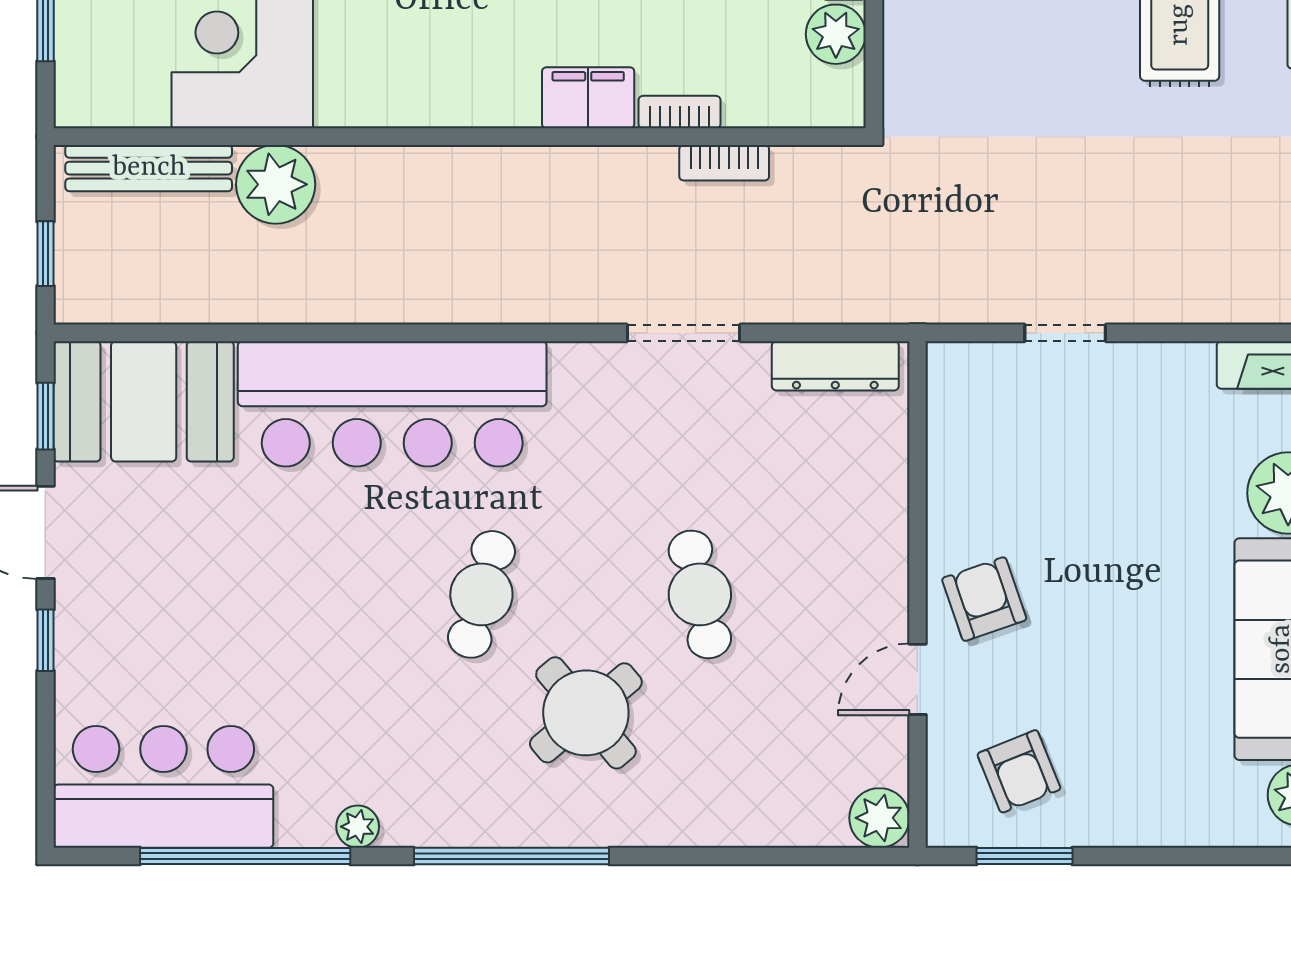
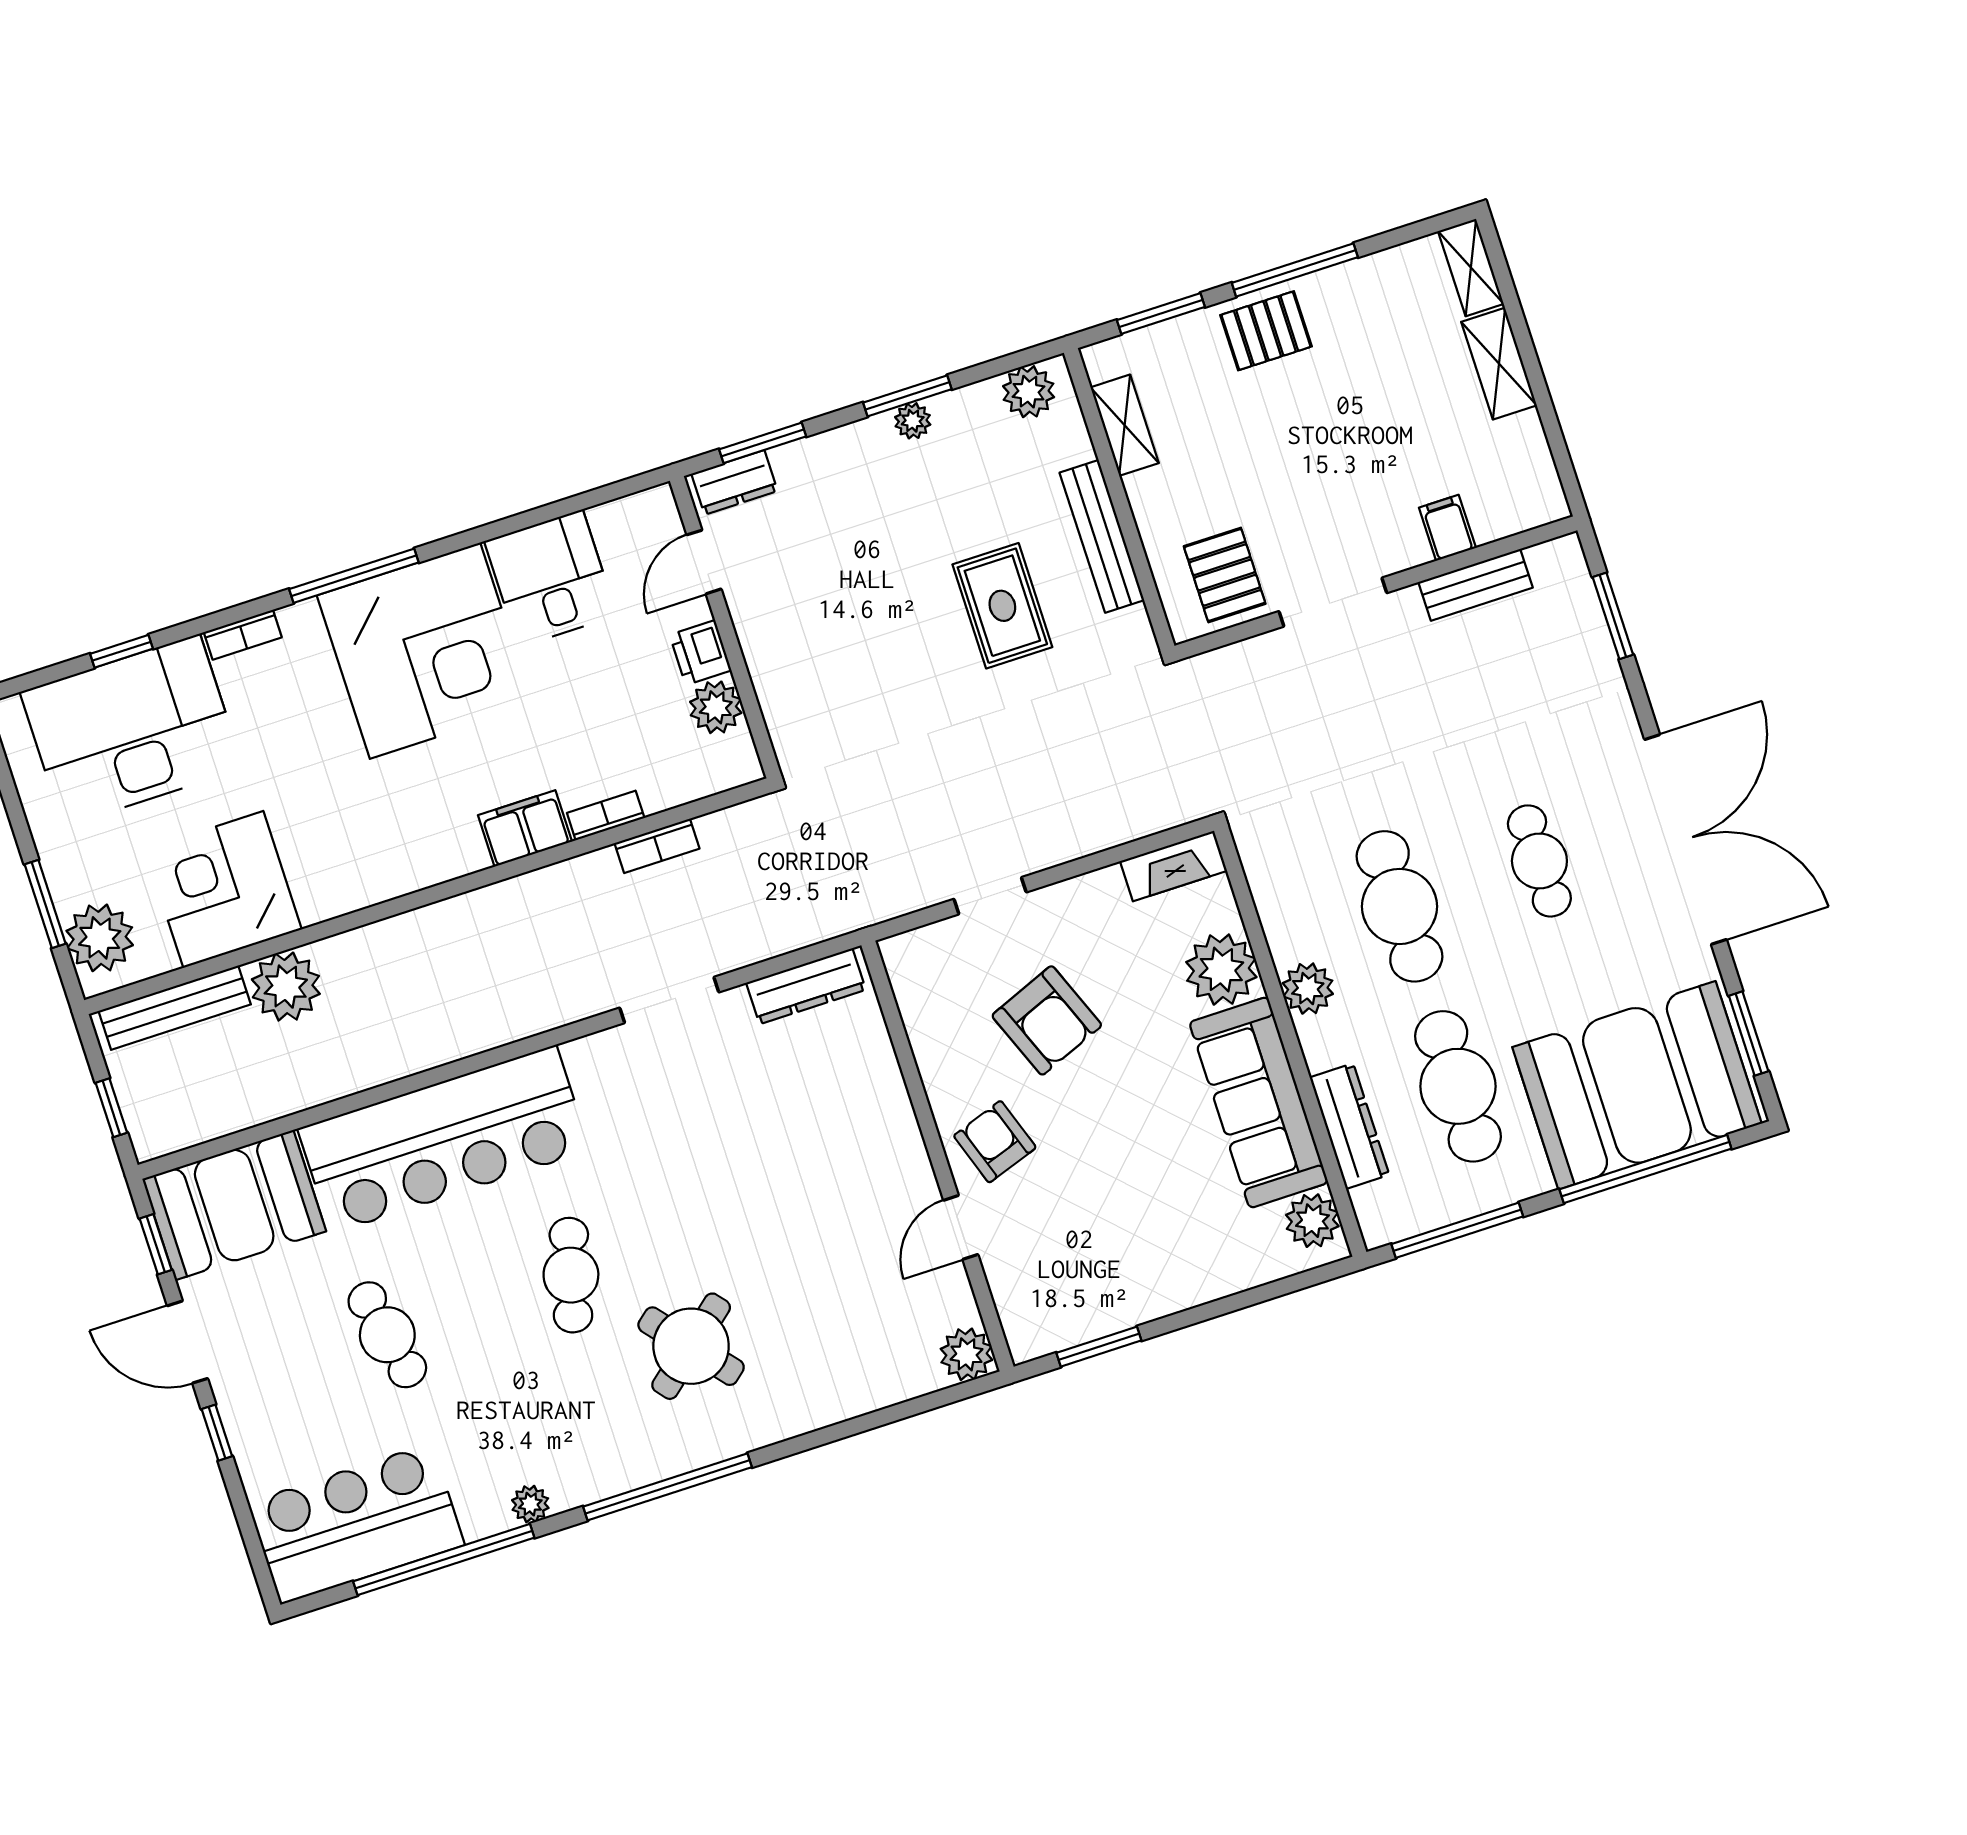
plant: (92, 67) -> (100, 938), added
cafe table: (700, 594) -> (387, 1335), moved
armchair: (1019, 771) -> (1047, 1020), moved, width x1.38, depth x1.38

